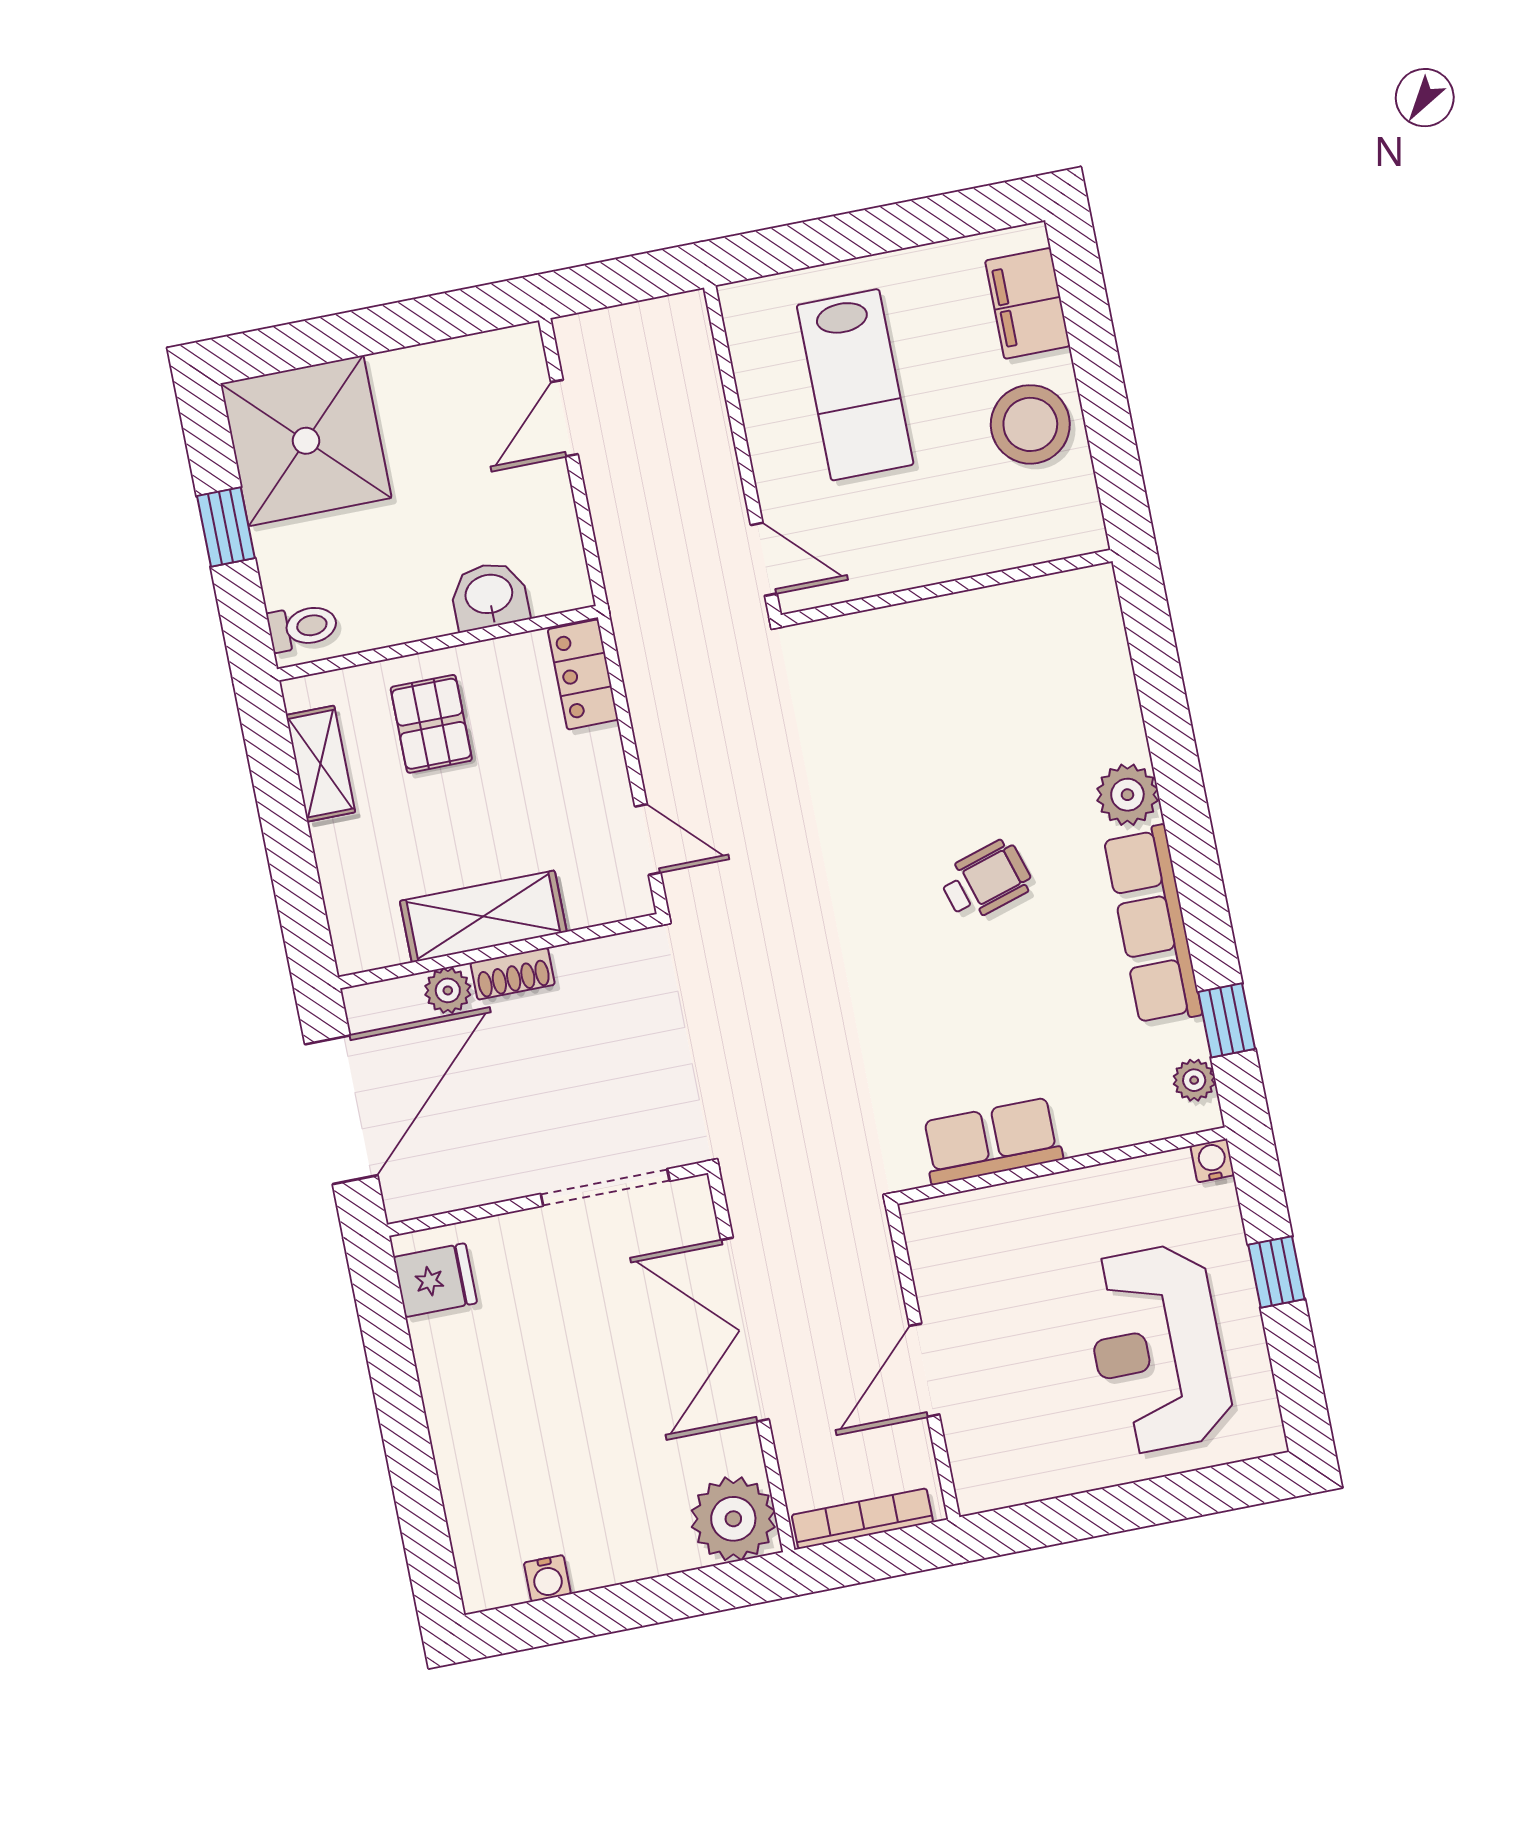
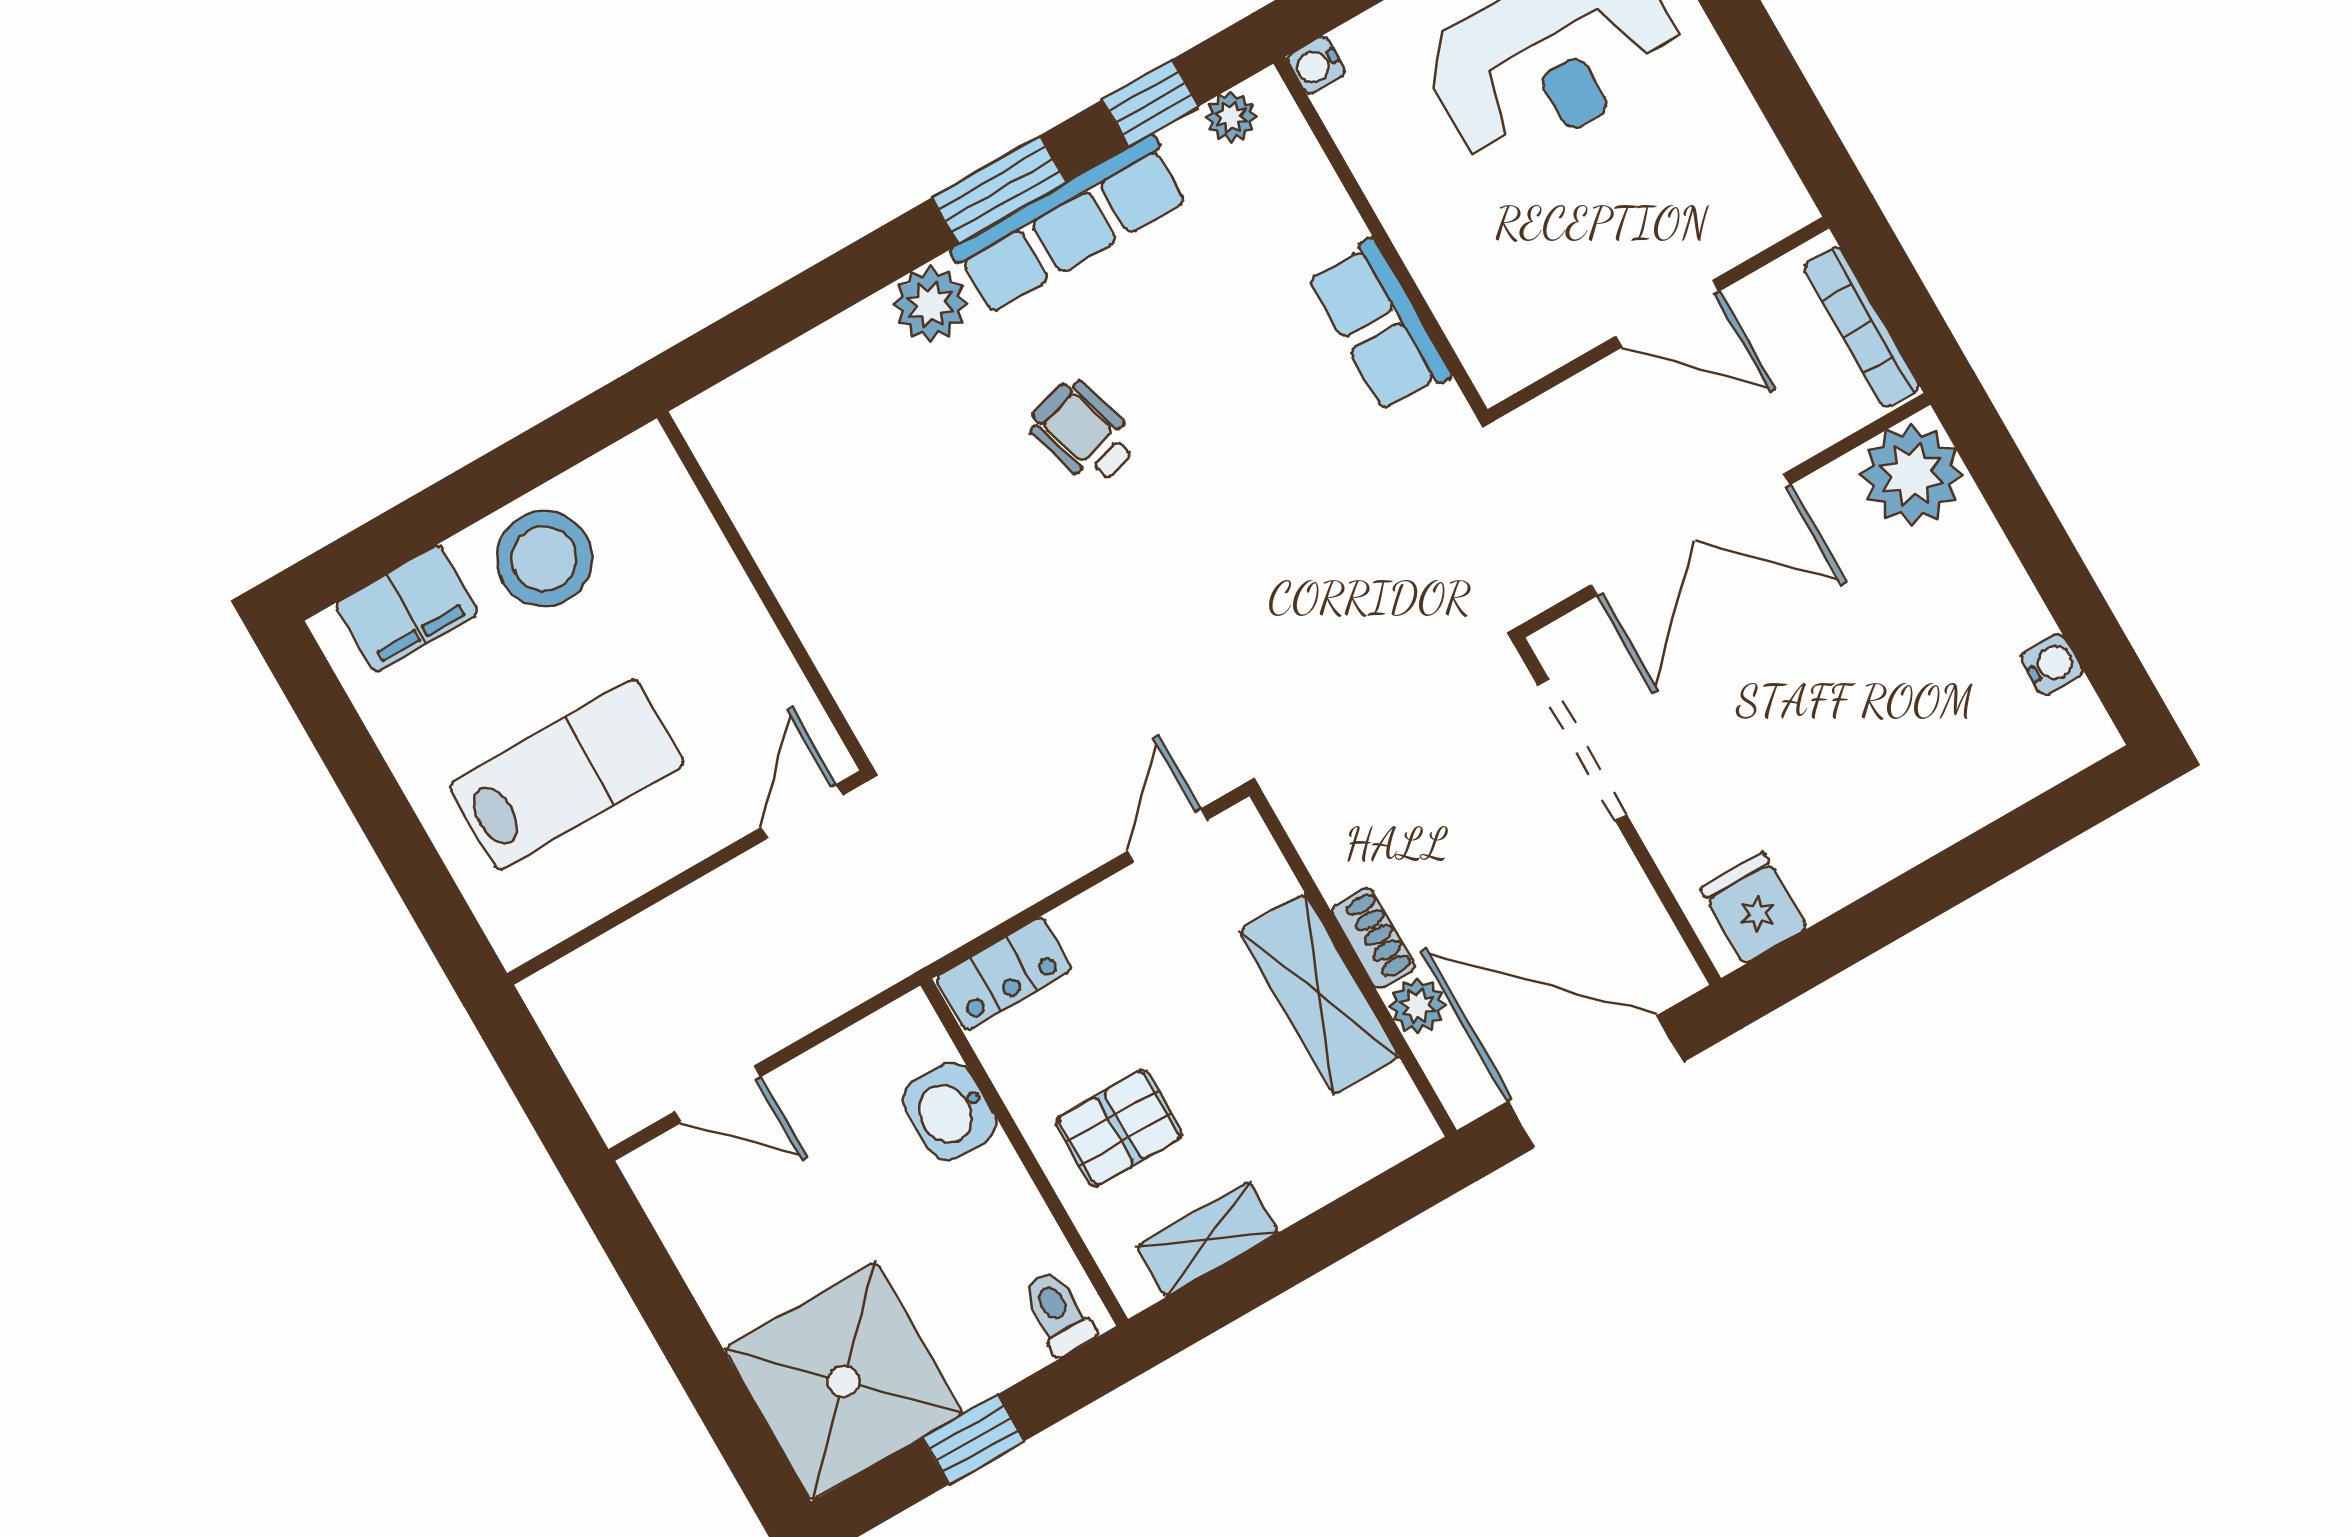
window: (1199, 879) -> (999, 190), added

